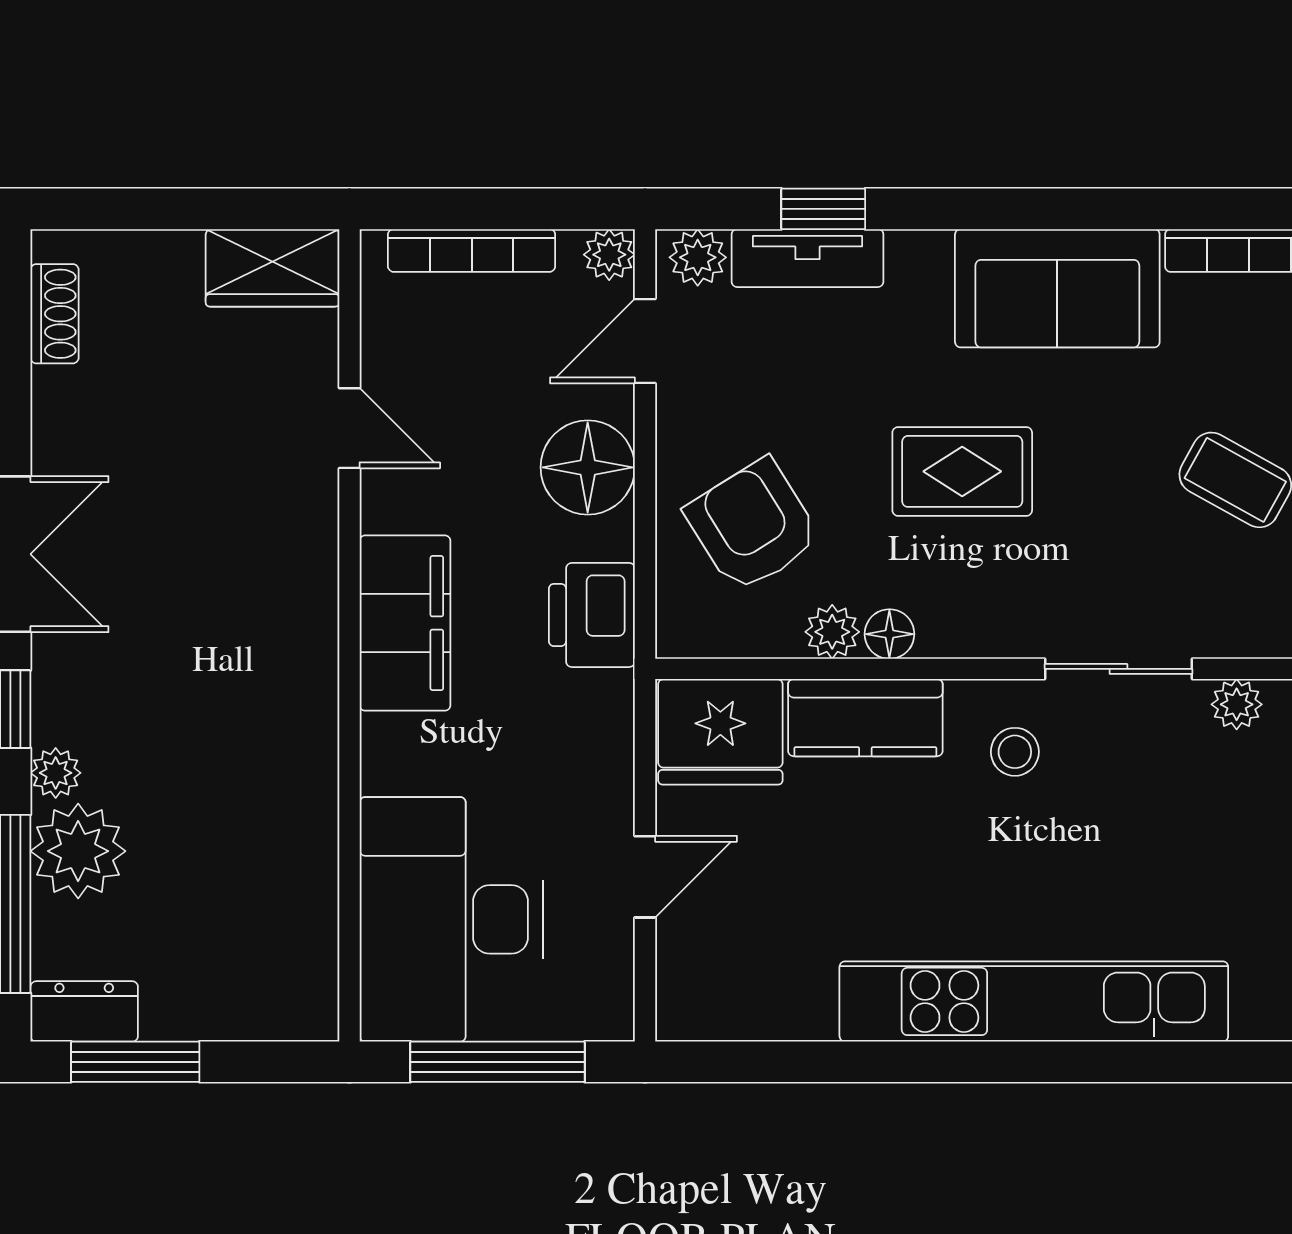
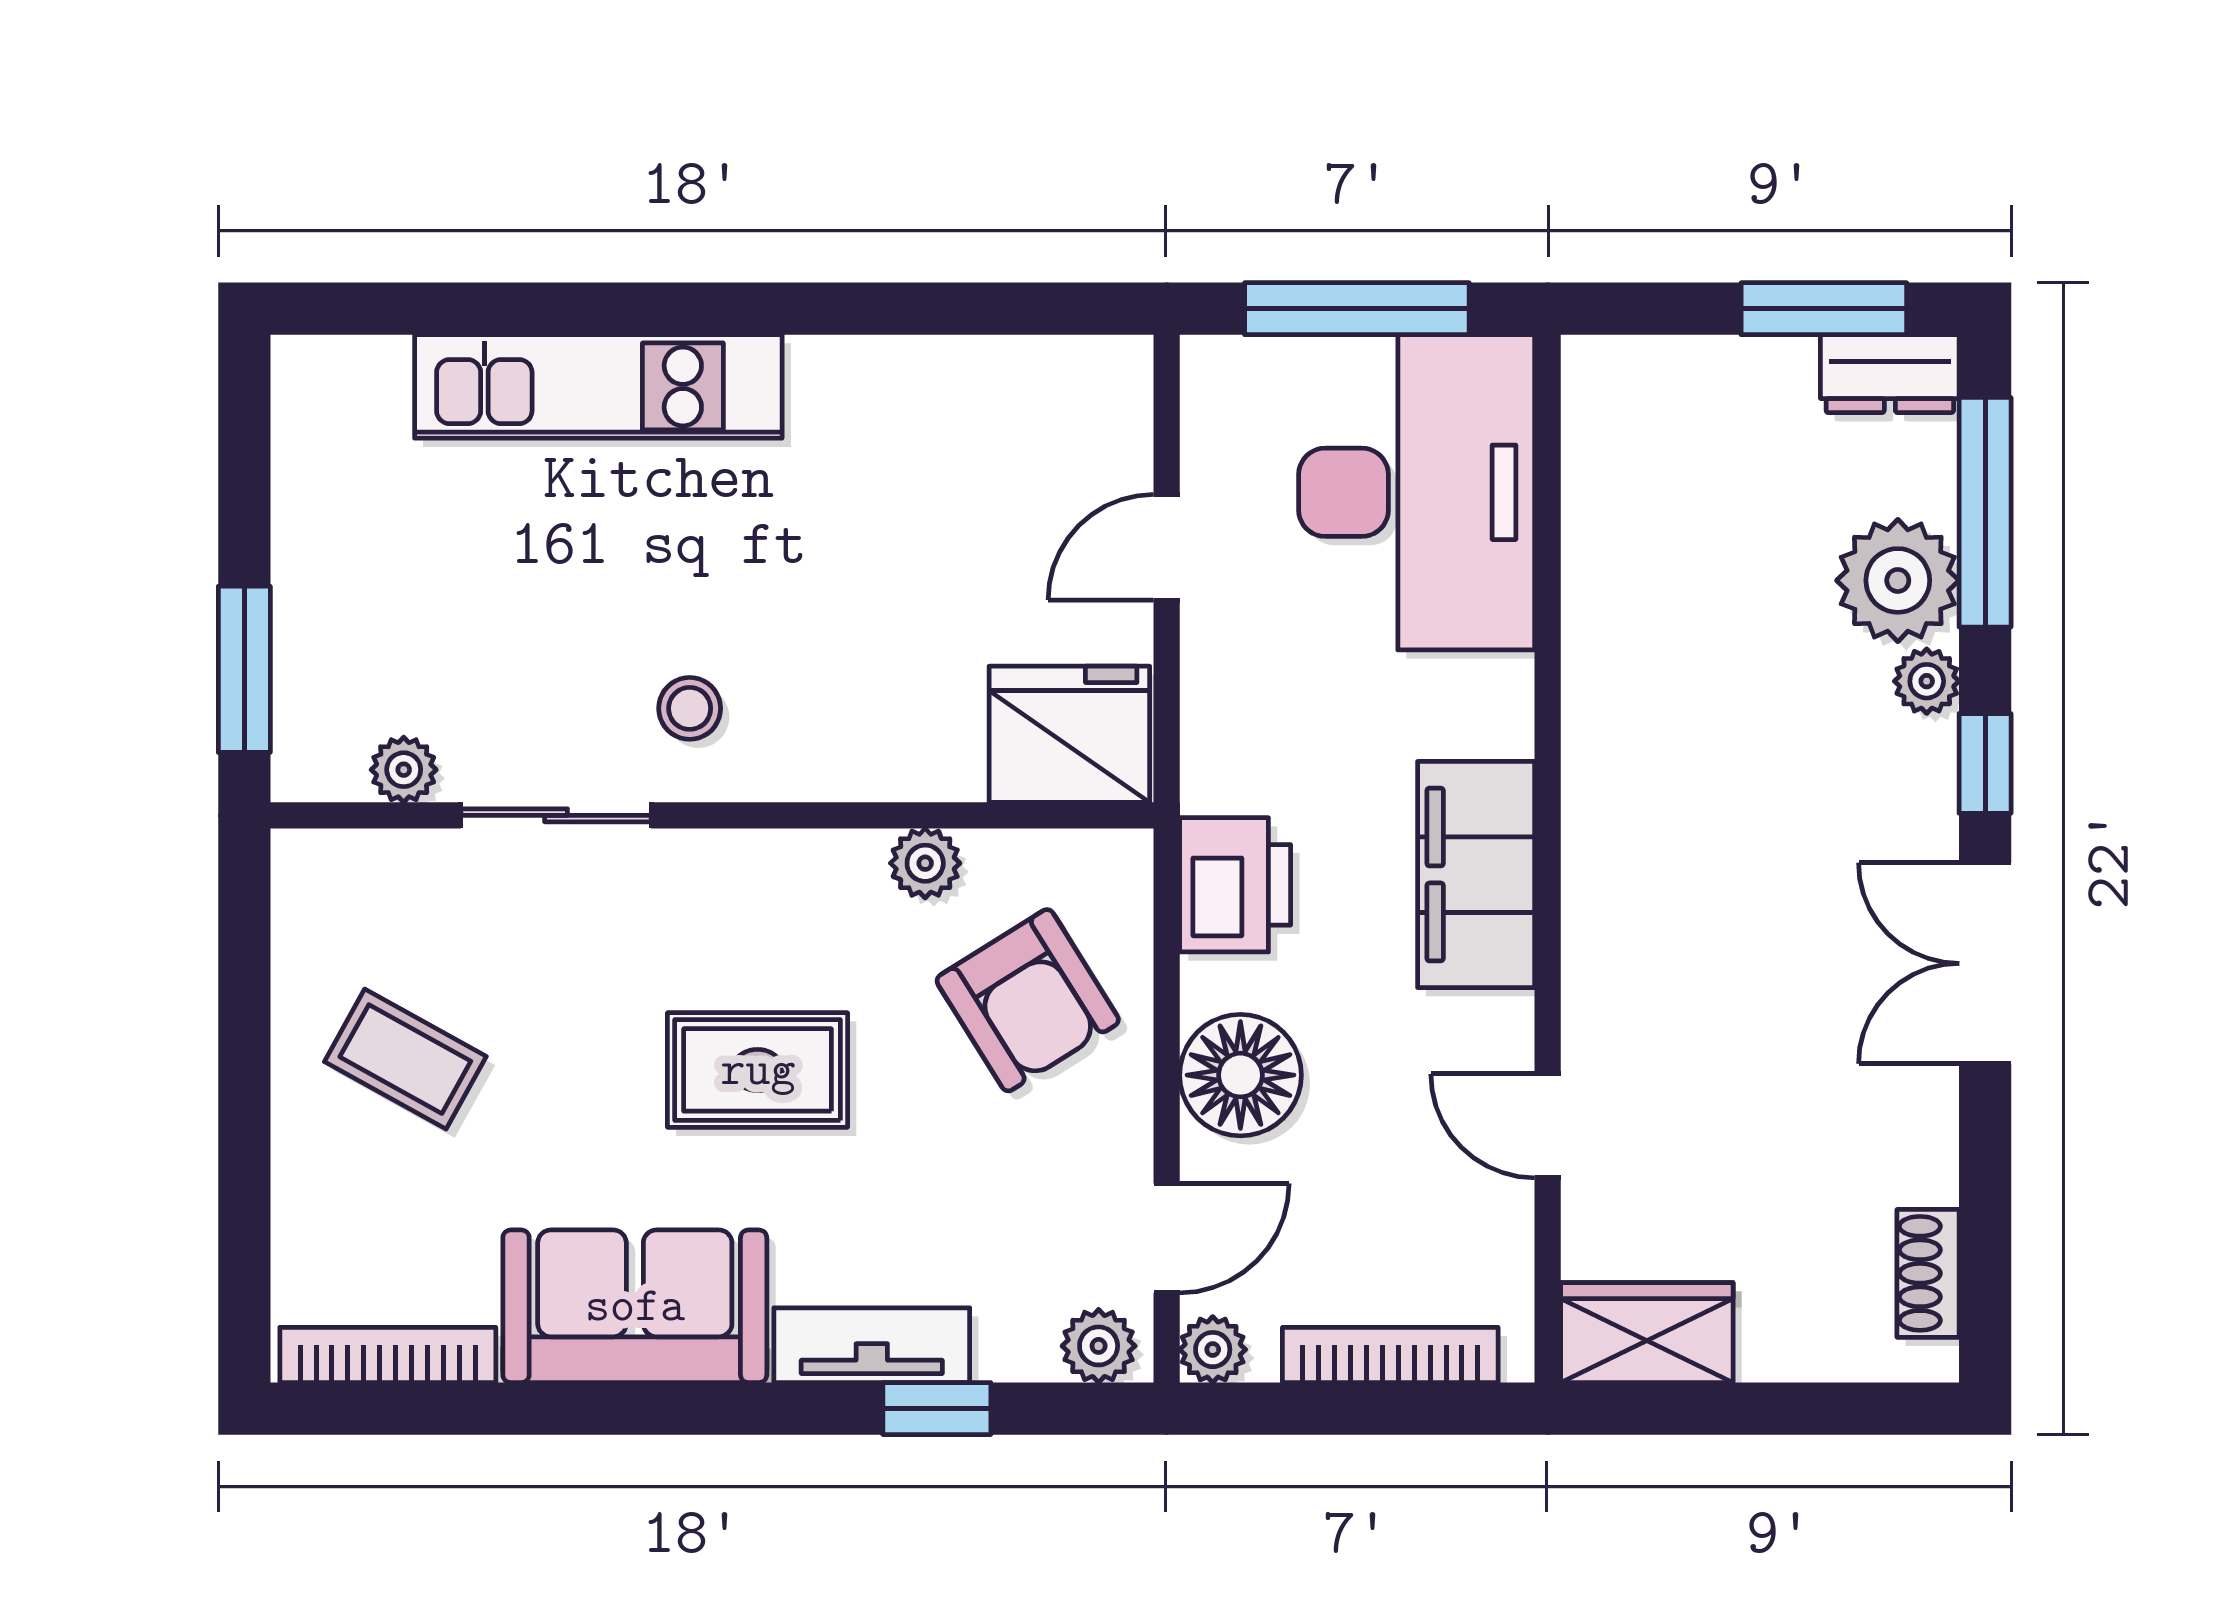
tv unit: (807, 258) -> (872, 1345), moved
floor lamp: (889, 634) -> (851, 860), removed
kitchen counter: (865, 718) -> (882, 752), removed
kitchen unit: (1034, 1001) -> (598, 386), width x0.73

